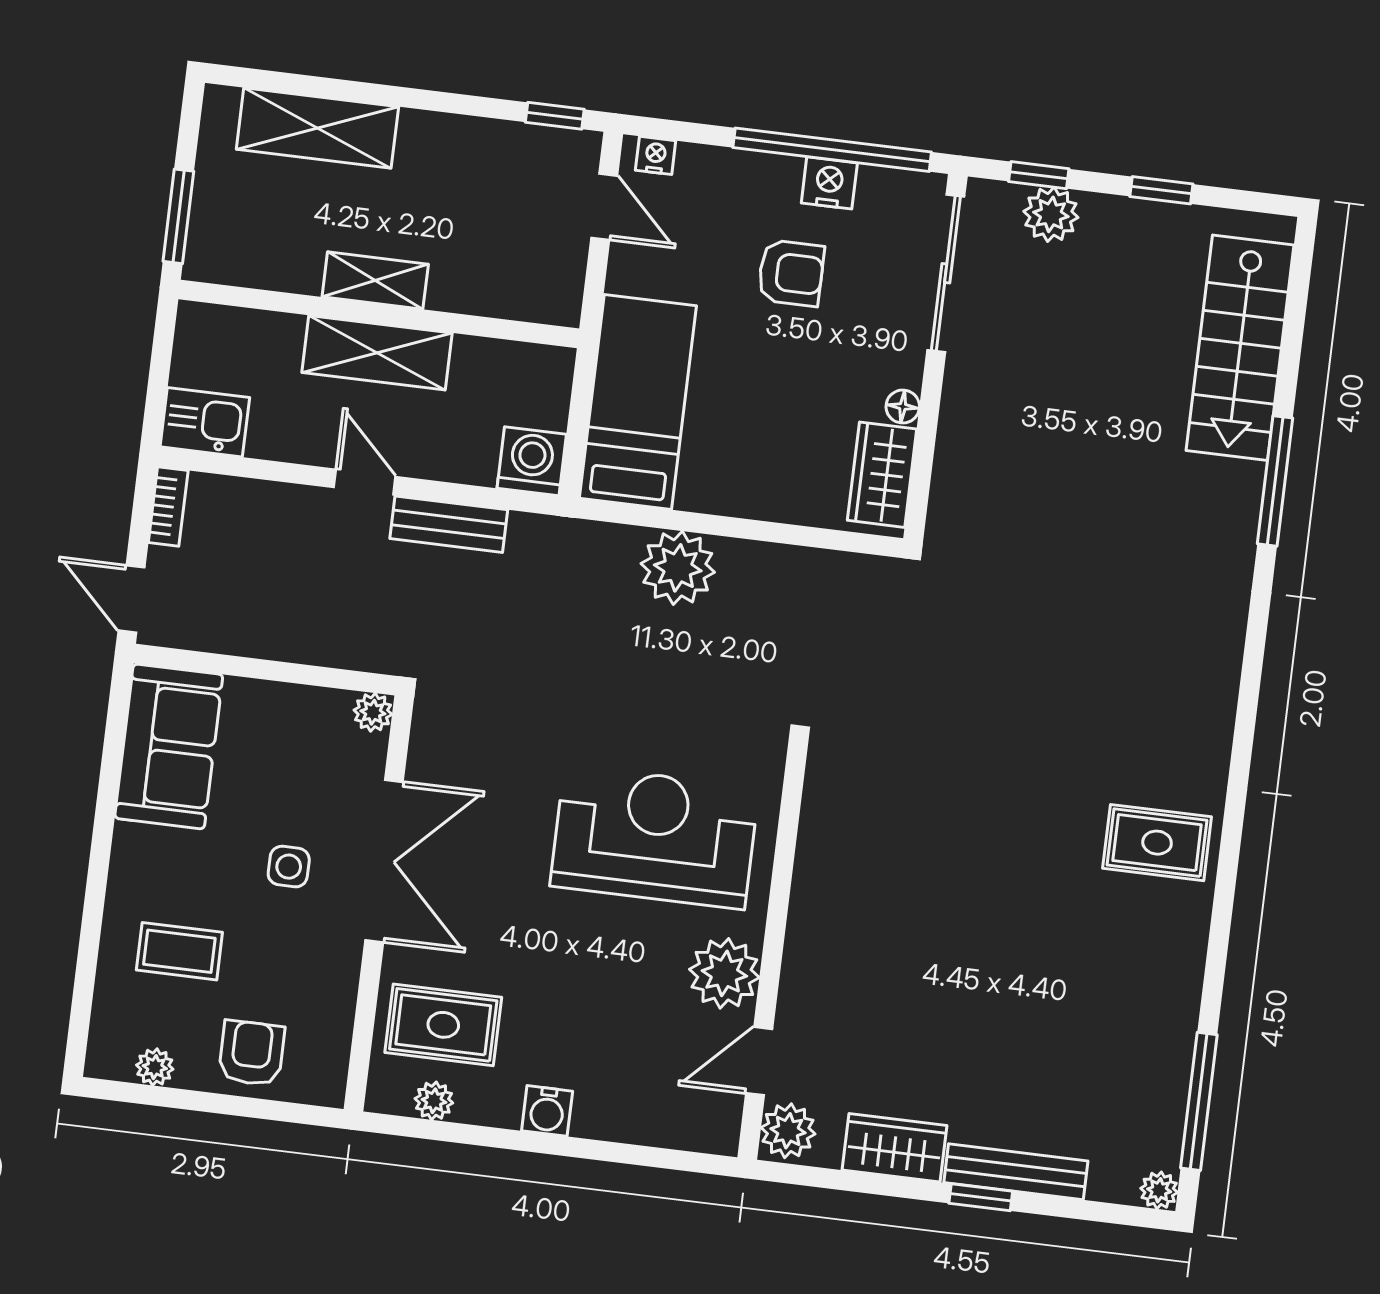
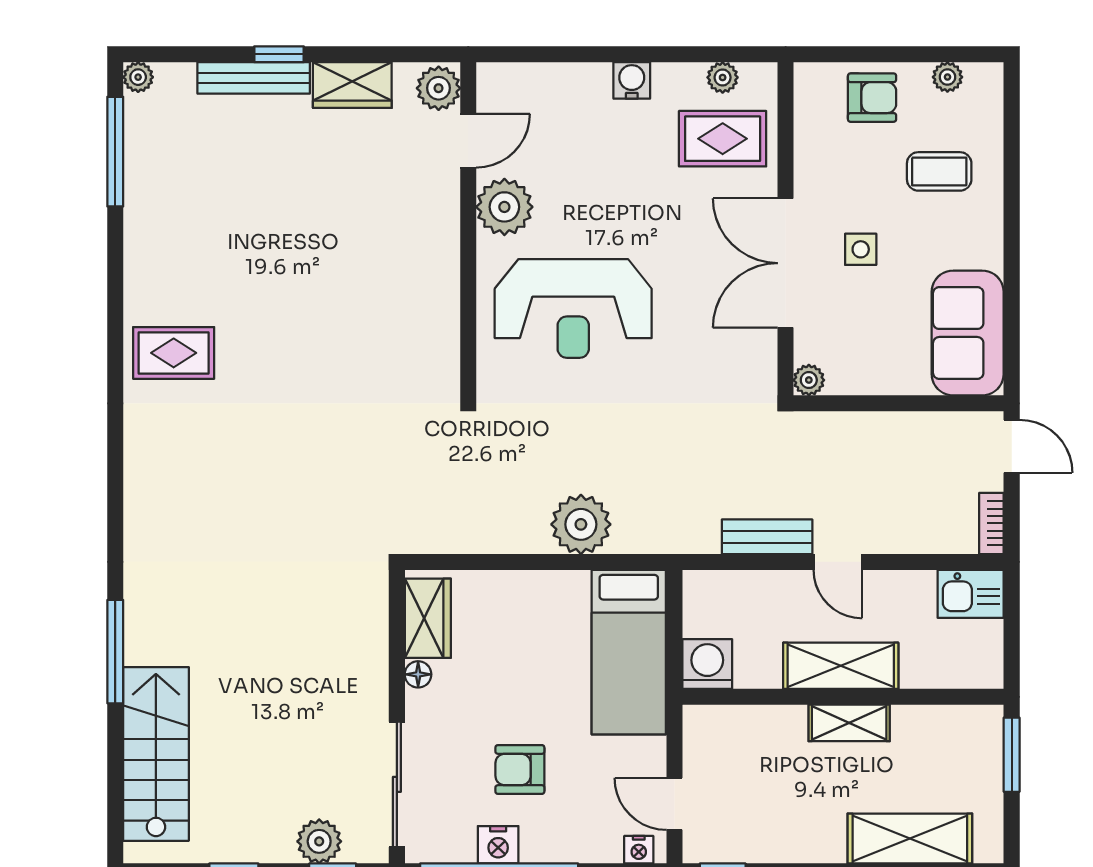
washing machine: (532, 461) -> (707, 664), moved, turned 180
armchair: (252, 1053) -> (872, 98), turned -90

